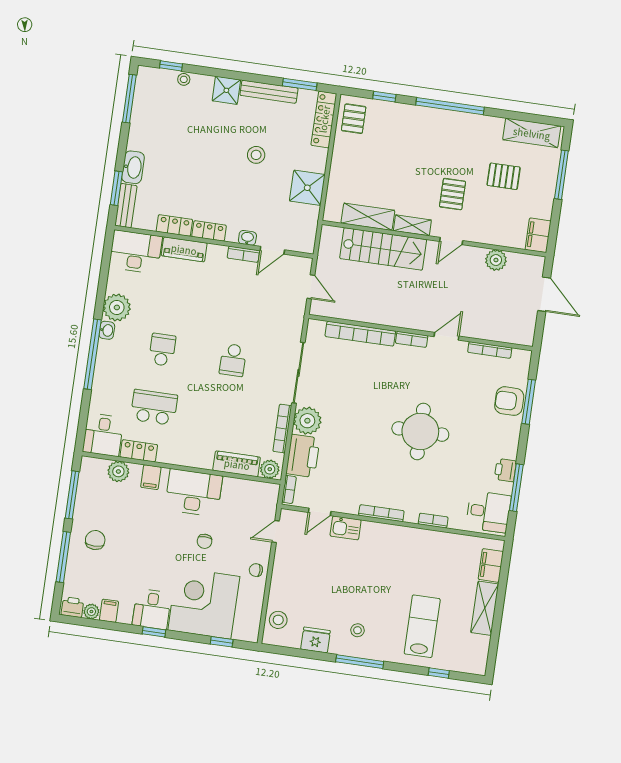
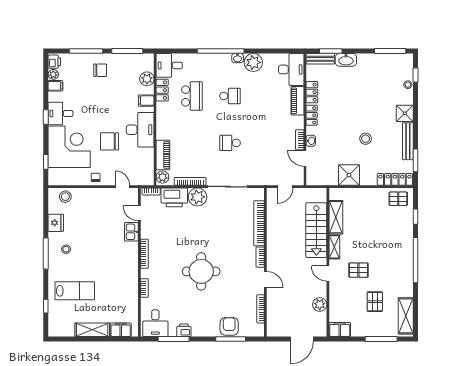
chair: (205, 541) -> (110, 141), width x1.87, depth x1.87

